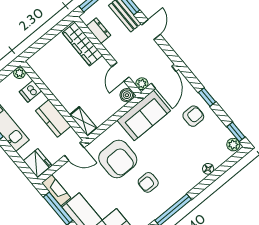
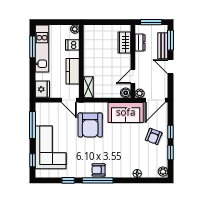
door: (151, 30) -> (171, 67), swing flipped
wardrobe: (82, 44) -> (124, 43), width x0.67
armchair: (193, 116) -> (154, 136), turned 111
window: (236, 132) -> (171, 153), moved
armchair: (148, 182) -> (98, 170), moved
fireplace: (56, 190) -> (40, 114), removed

